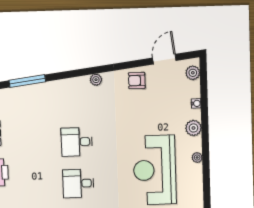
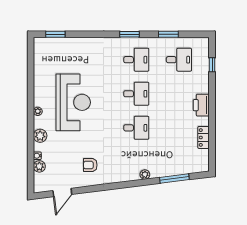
plant: (193, 73) -> (39, 166), moved
plant: (96, 80) -> (145, 174), moved
armchair: (137, 81) -> (90, 165), moved, turned 180

